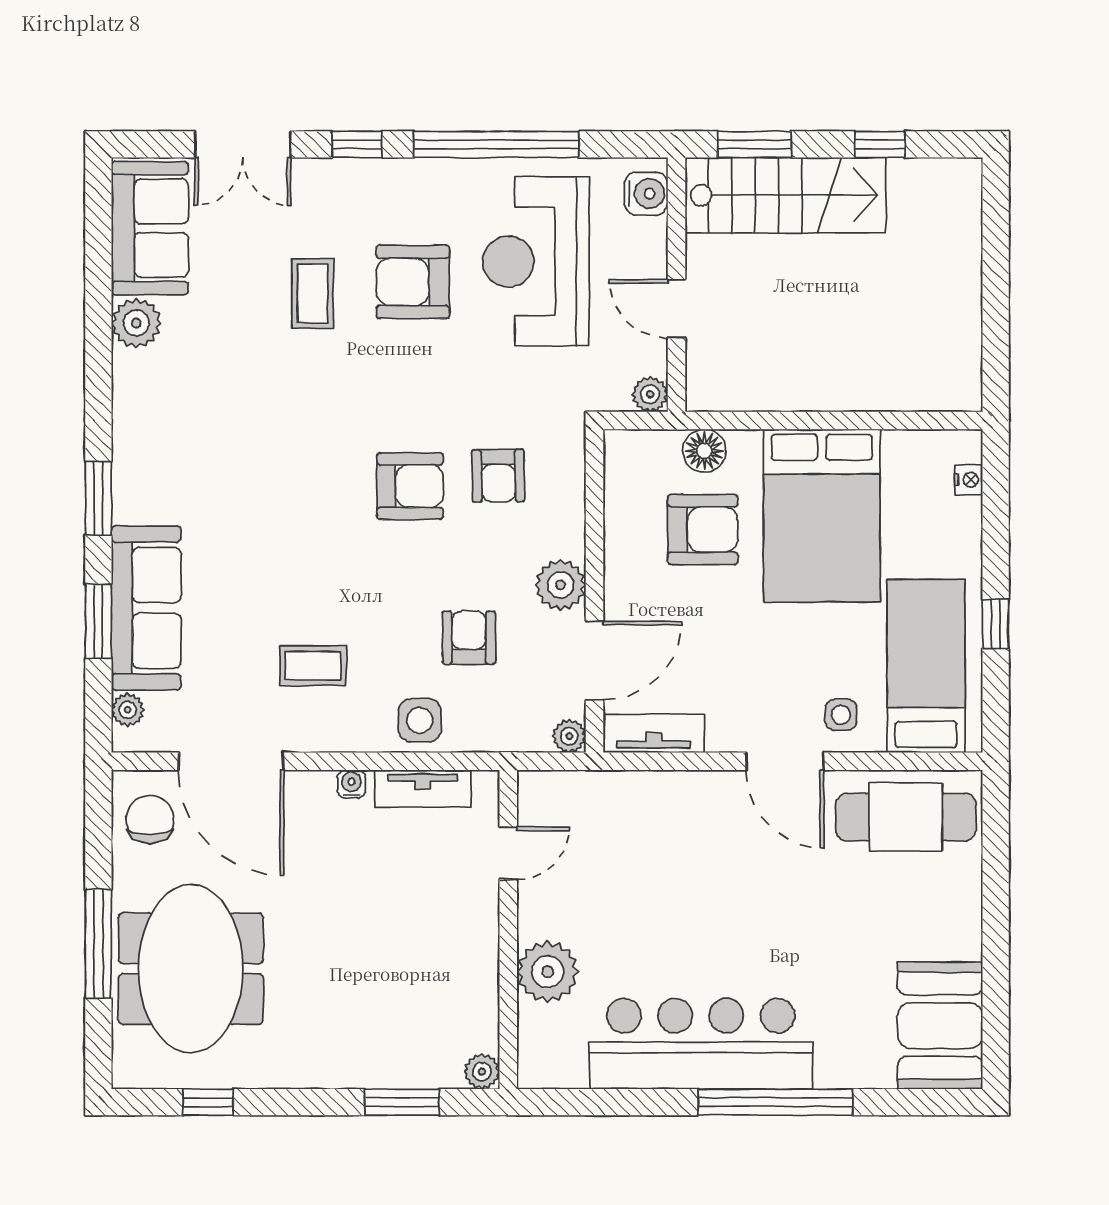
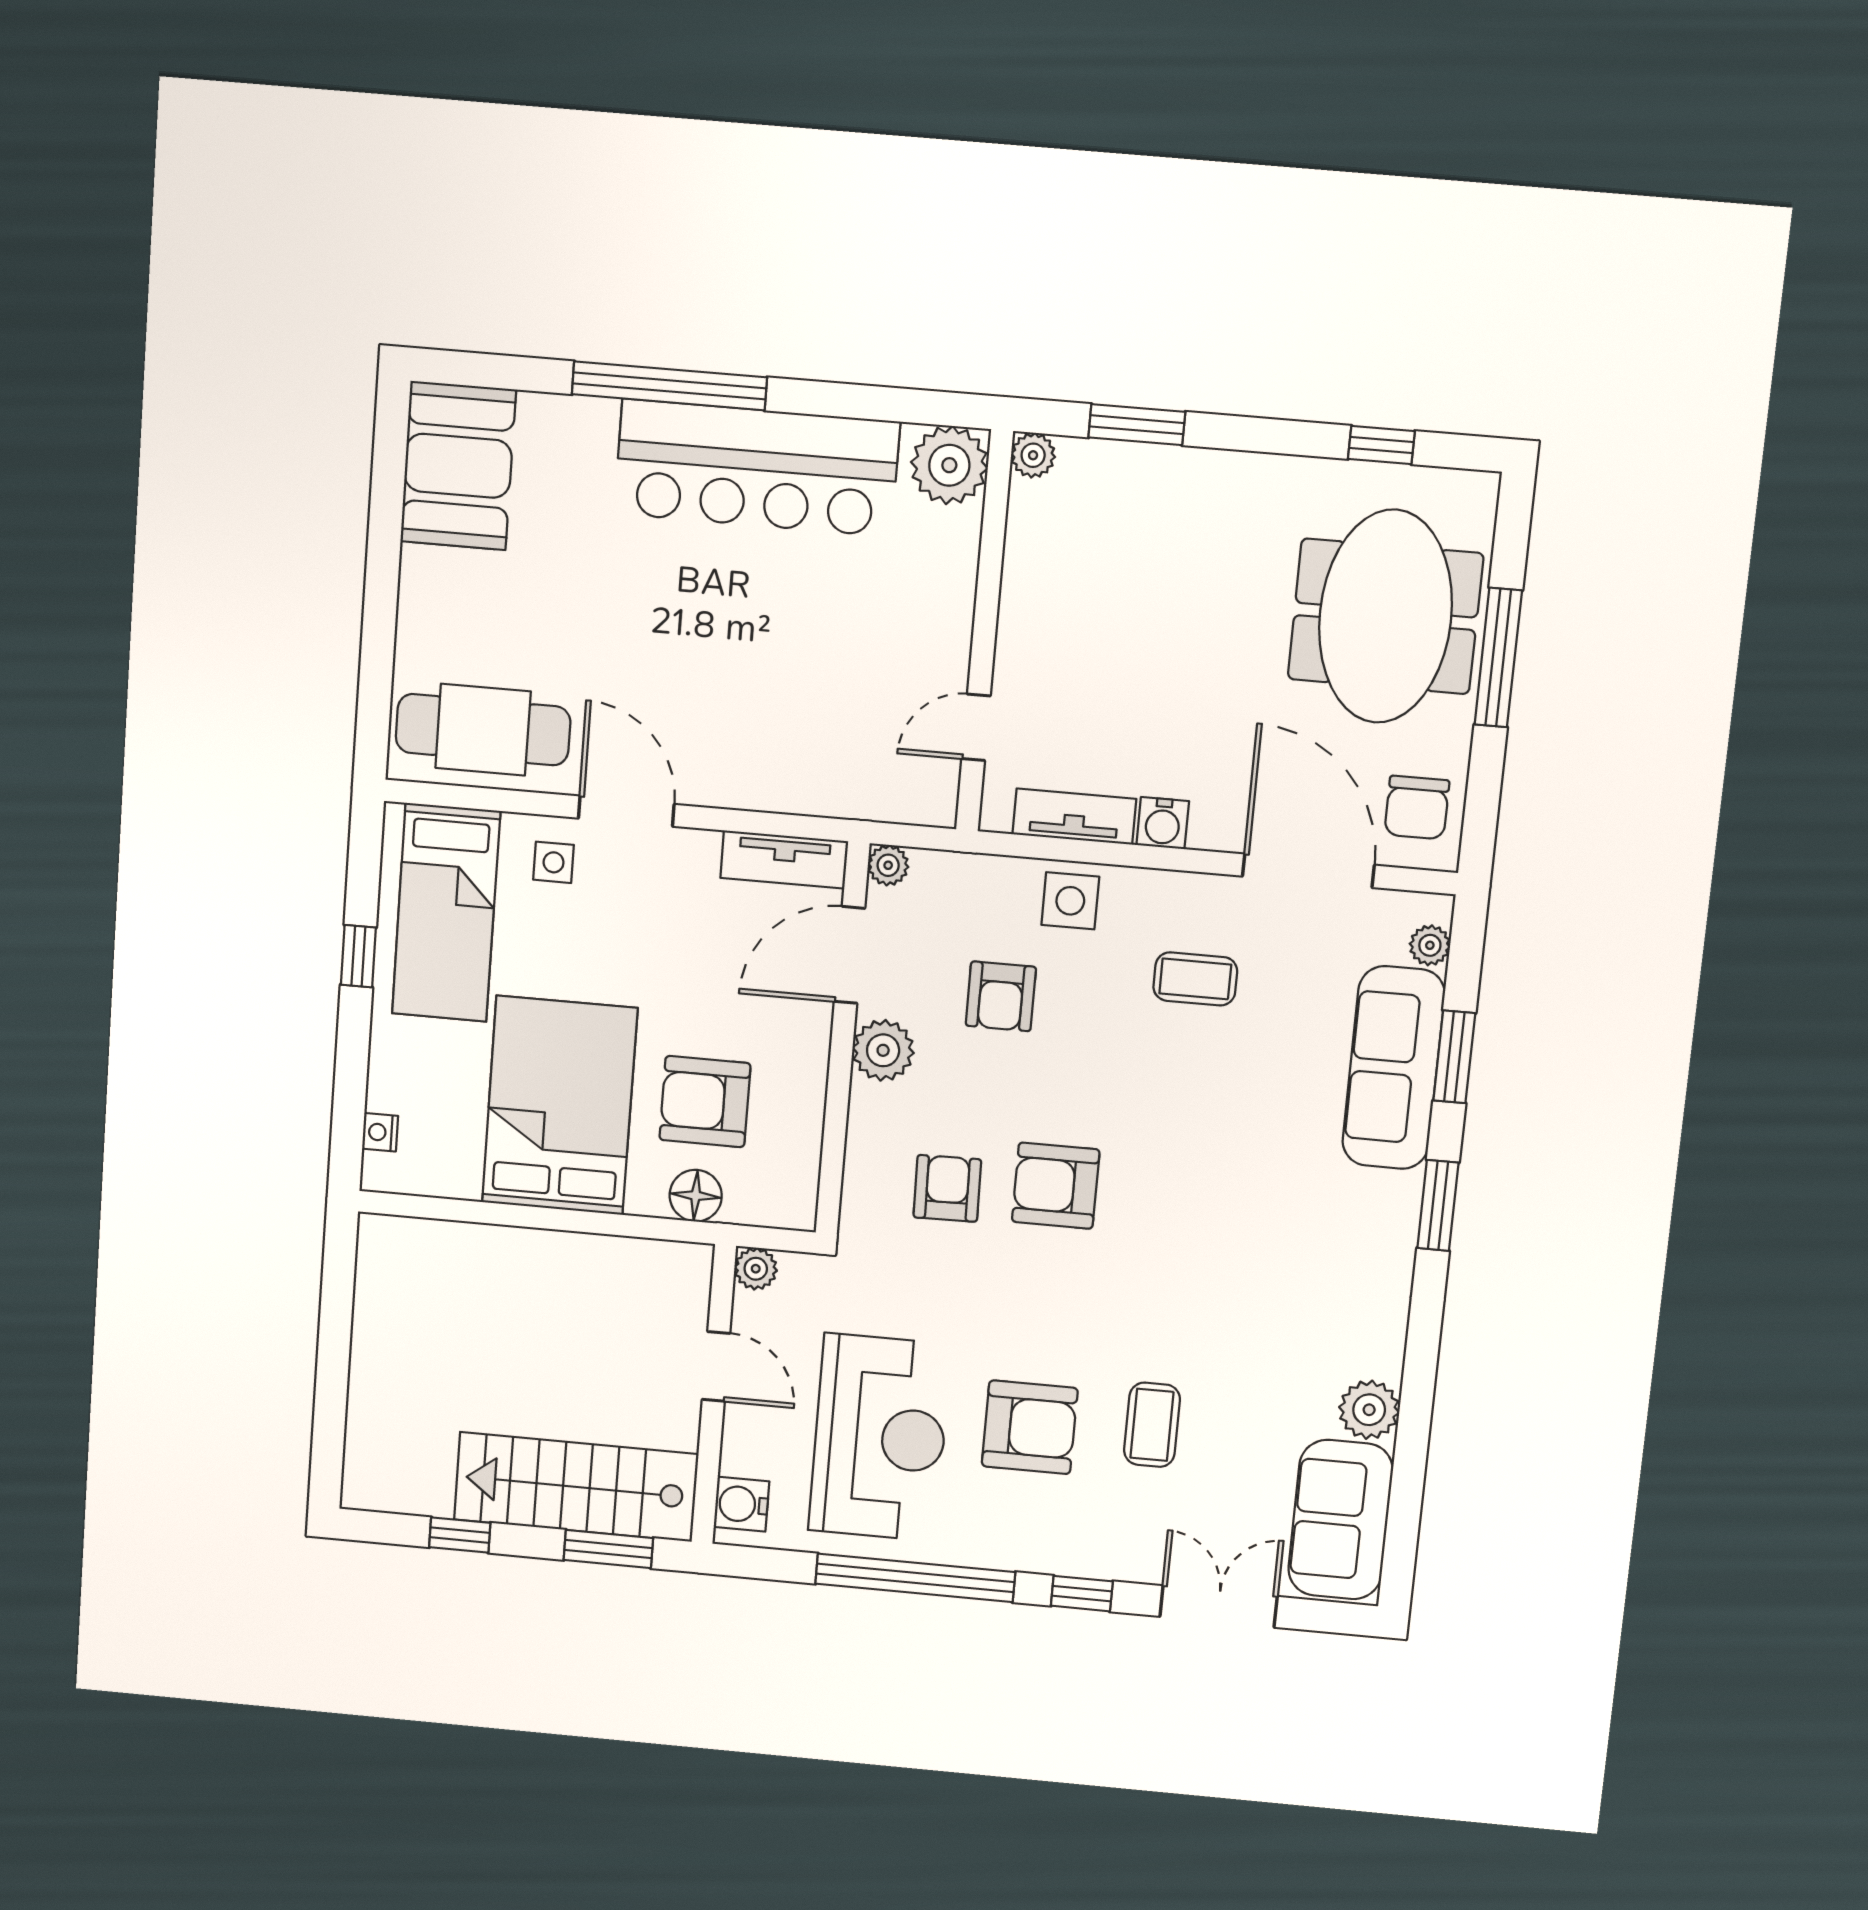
water cooler: (351, 784) -> (1163, 823), width x1.38, depth x1.38
plant: (548, 972) -> (949, 465), moved

